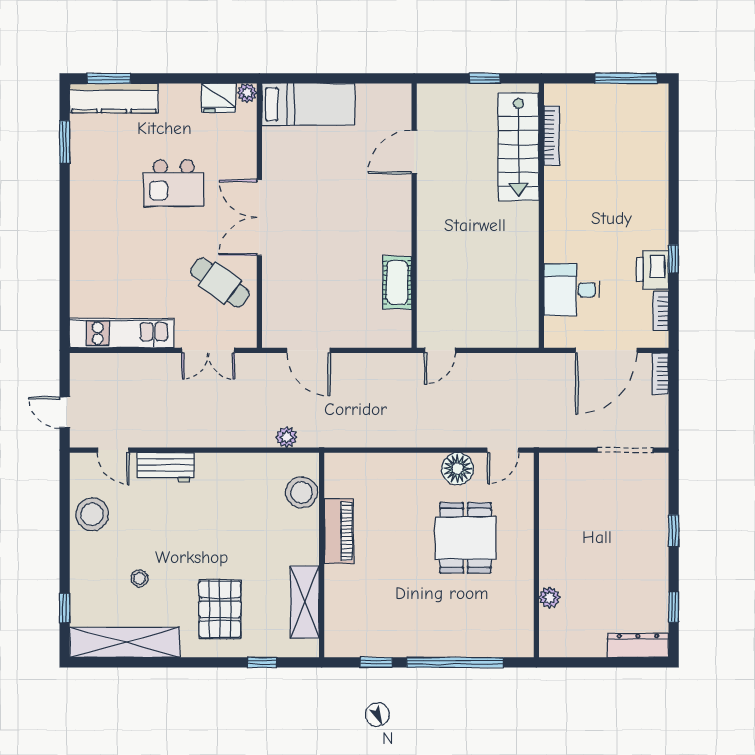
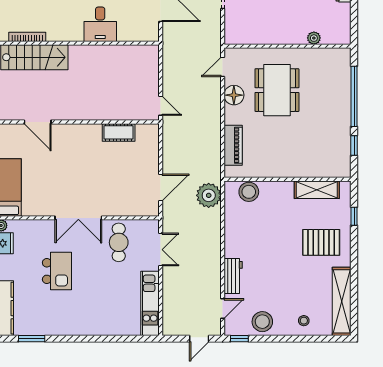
cafe table: (220, 283) -> (119, 242), turned -36
desk: (572, 290) -> (100, 24), moved
plant: (286, 437) -> (209, 195), width x1.88, depth x1.88
door: (503, 450) -> (223, 67), swing flipped
piano: (339, 531) -> (233, 145), moved, turned 90
dining table: (465, 538) -> (277, 90), width x1.38
stool: (139, 578) -> (304, 321), moved
window: (65, 608) -> (239, 339), moved

